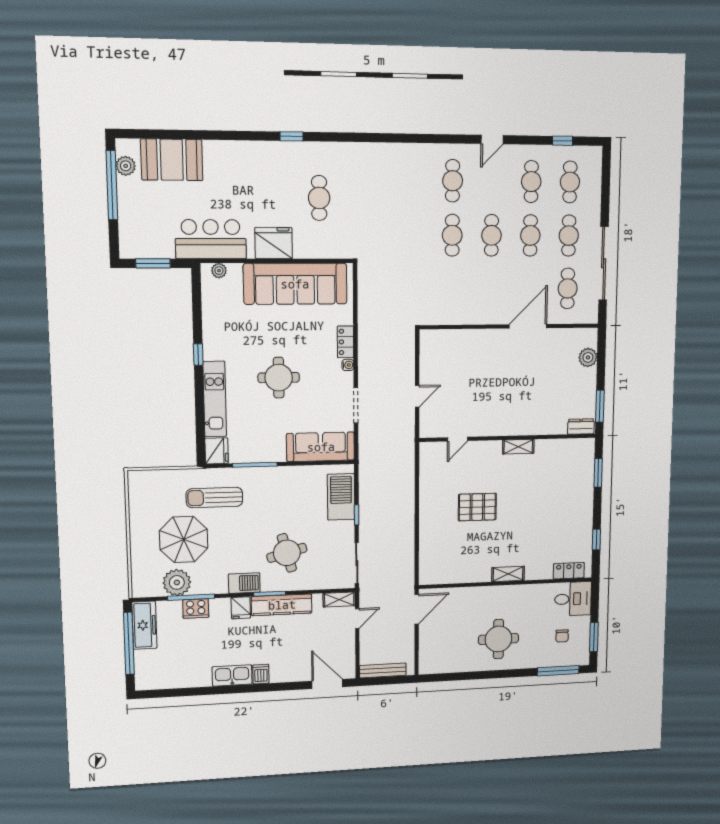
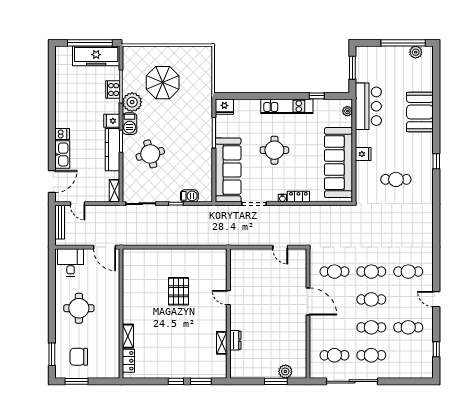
booth: (172, 160) -> (420, 112), moved
cafe table: (570, 182) -> (334, 272), moved
fridge: (274, 243) -> (363, 154), width x0.53, depth x0.75
door: (528, 326) -> (308, 301), moved
window: (198, 354) -> (317, 96), moved
door: (417, 396) -> (280, 247), moved
kitchen unit: (215, 399) -> (287, 106), moved
window: (600, 406) -> (276, 381), moved
dresser: (581, 426) -> (235, 340), moved
door: (458, 439) -> (228, 298), moved
sofa: (321, 447) -> (228, 170), width x1.36, depth x1.27
shelving: (518, 447) -> (222, 343), moved
barbecue: (341, 497) -> (189, 196), width x0.53, depth x0.65
sun lounger: (214, 498) -> (192, 104), removed
window: (596, 540) -> (176, 381), moved
shelving: (508, 574) -> (128, 336), moved
plant: (177, 582) -> (132, 102), moved
desk: (573, 599) -> (71, 262), moved, turned 180
door: (357, 619) -> (78, 204), moved
freezer: (144, 625) -> (96, 56), width x1.36, depth x1.26
chair: (562, 636) -> (79, 357), width x1.87, depth x1.87
window: (558, 671) -> (52, 354), width x0.69
kitchen sink: (232, 675) -> (62, 154), moved

